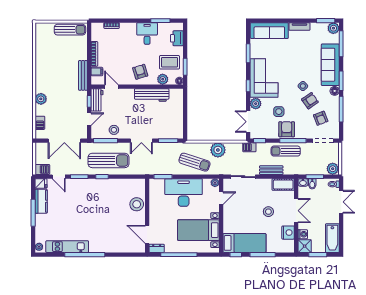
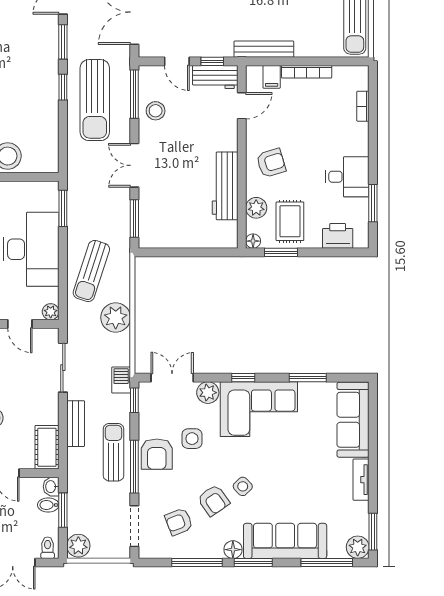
armchair: (287, 129) -> (157, 454), turned 90

